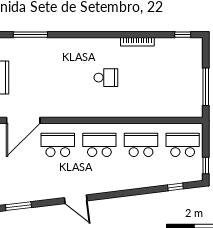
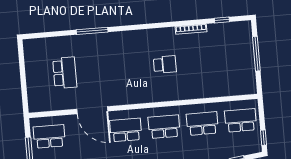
window: (183, 35) -> (222, 20), moved
window: (206, 87) -> (256, 54), moved
door: (23, 120) -> (92, 110), hinge flipped

